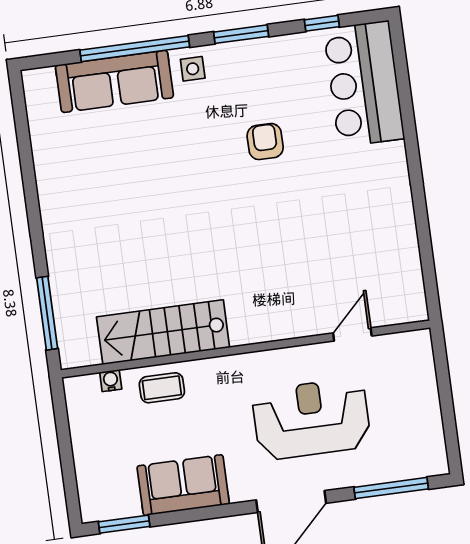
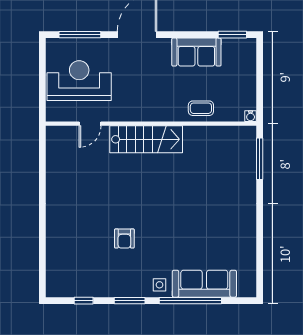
bar counter: (364, 84) -> (65, 263), removed
stairs: (163, 332) -> (146, 139), moved
water cooler: (111, 381) -> (251, 116), moved
reception desk: (311, 419) -> (79, 81), moved, turned 180

